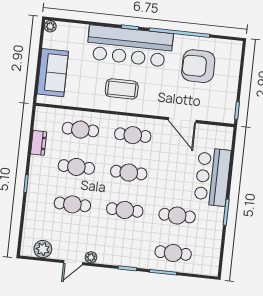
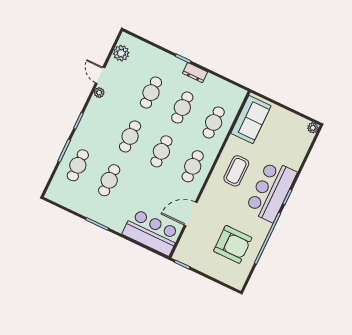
bar counter: (130, 46) -> (271, 191), width x0.73
armchair: (198, 66) -> (233, 244), turned 90
sofa: (53, 73) -> (251, 120), moved, turned -90
dresser: (39, 143) -> (195, 73), moved
bar counter: (213, 177) -> (151, 232), moved

